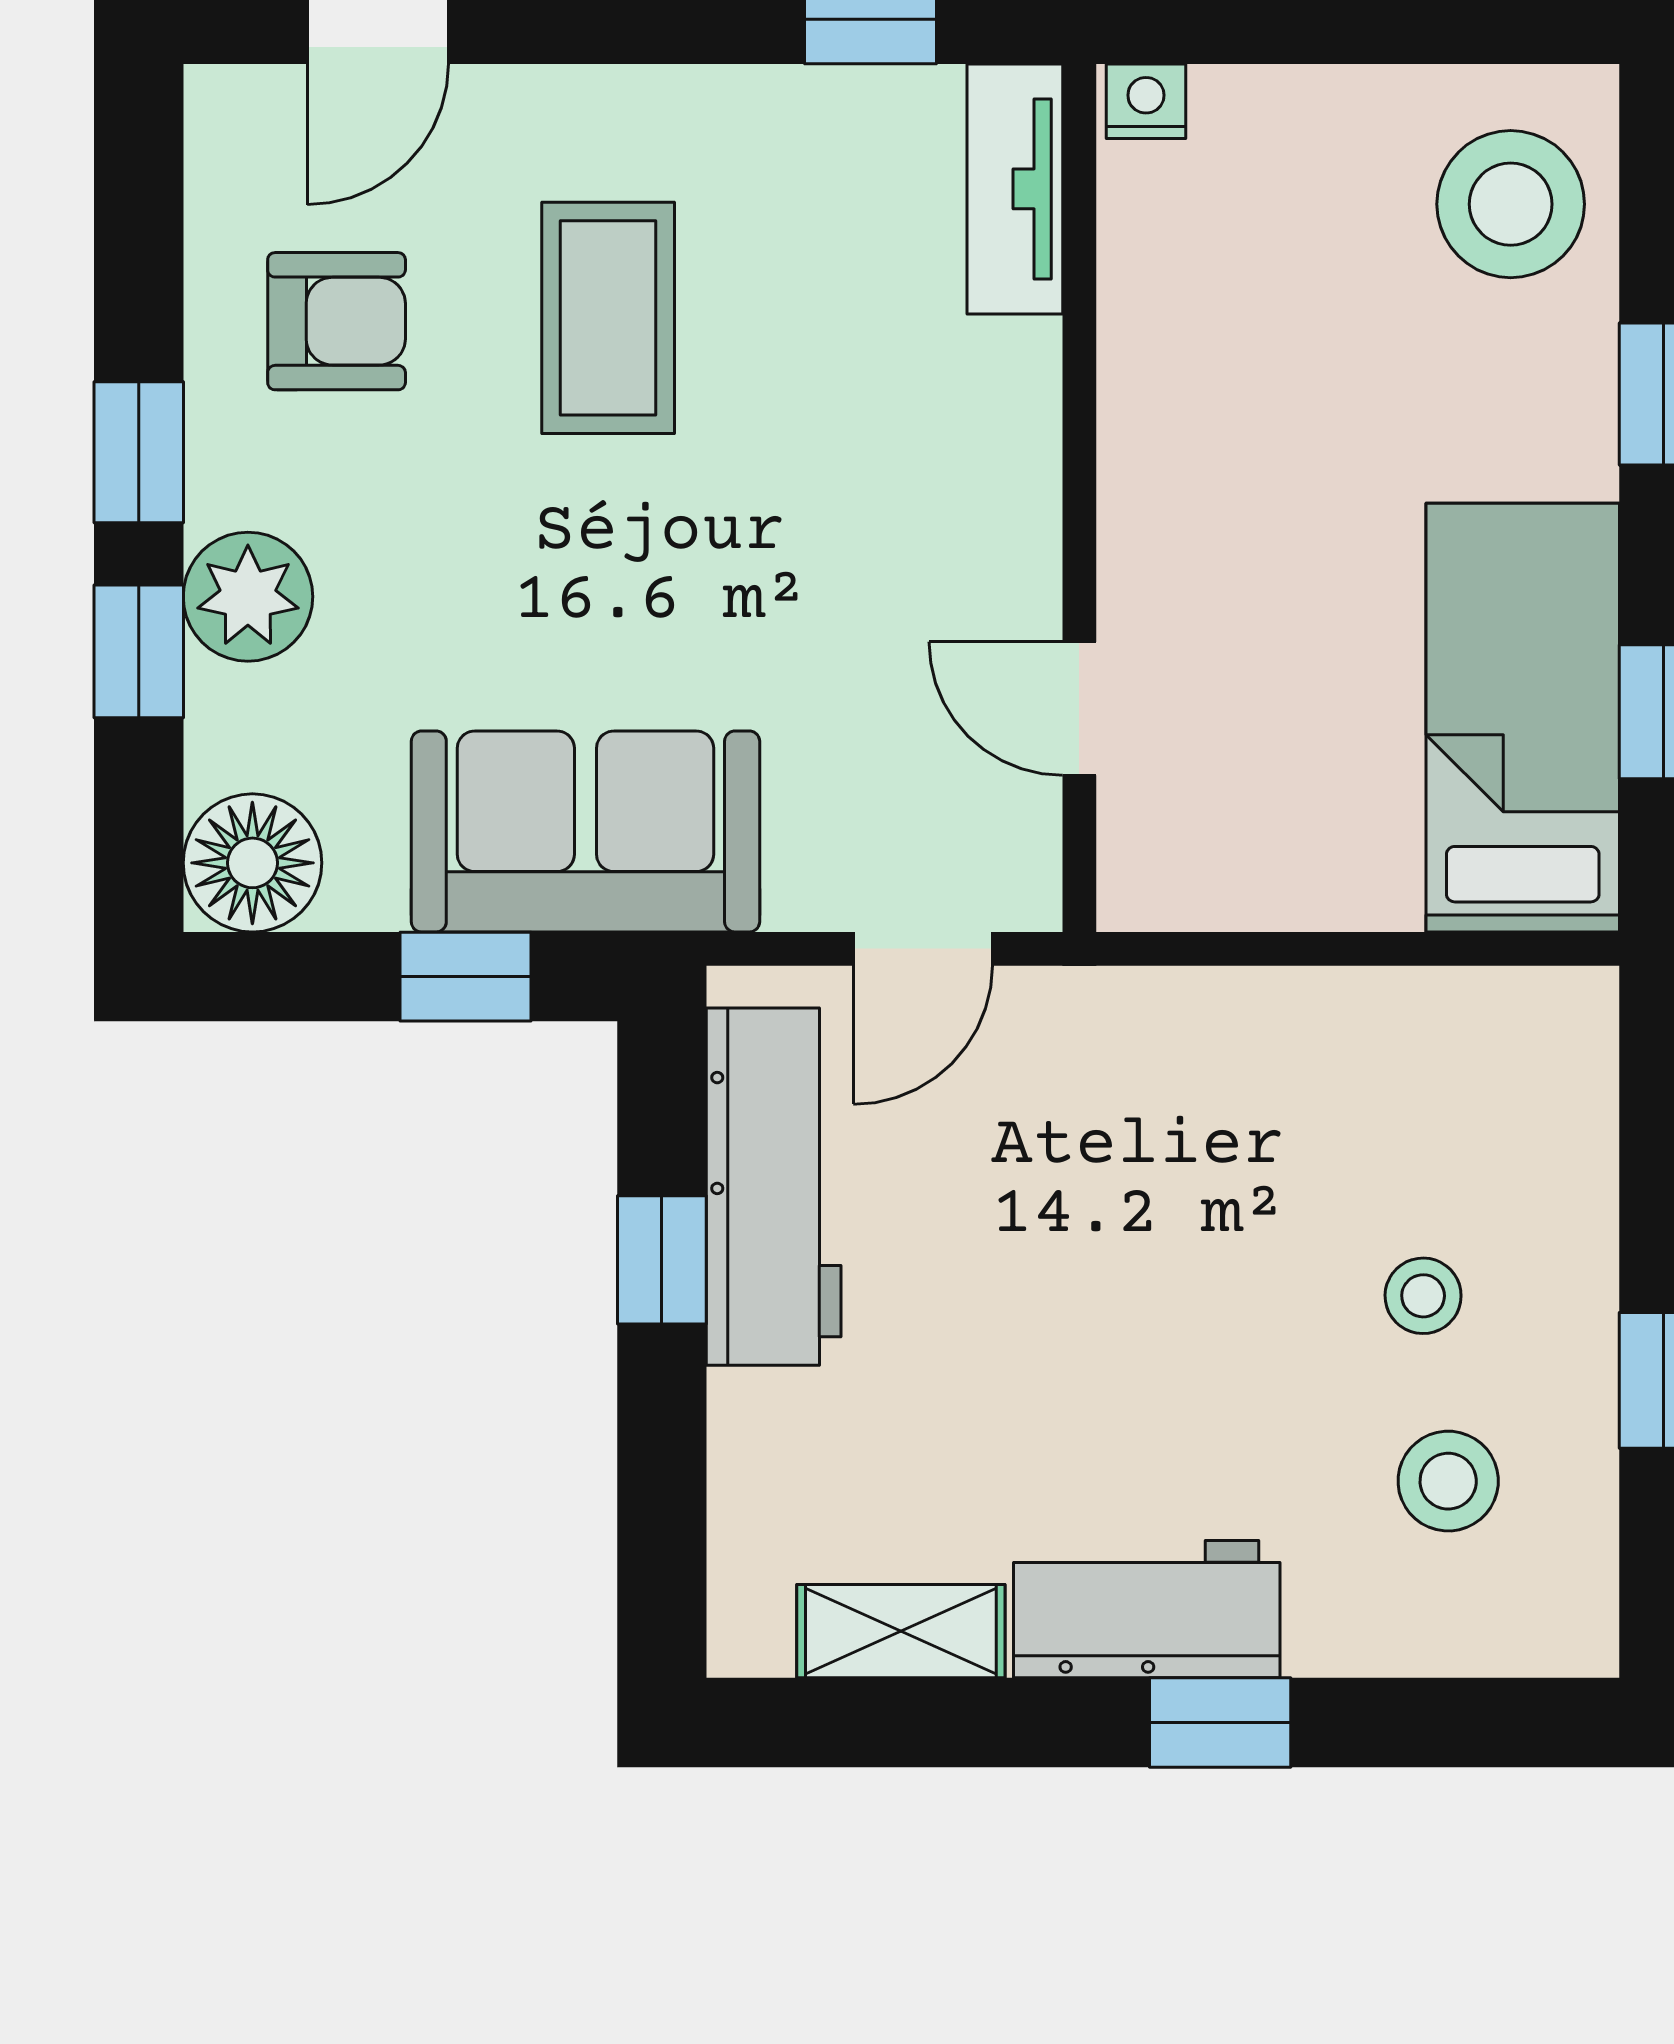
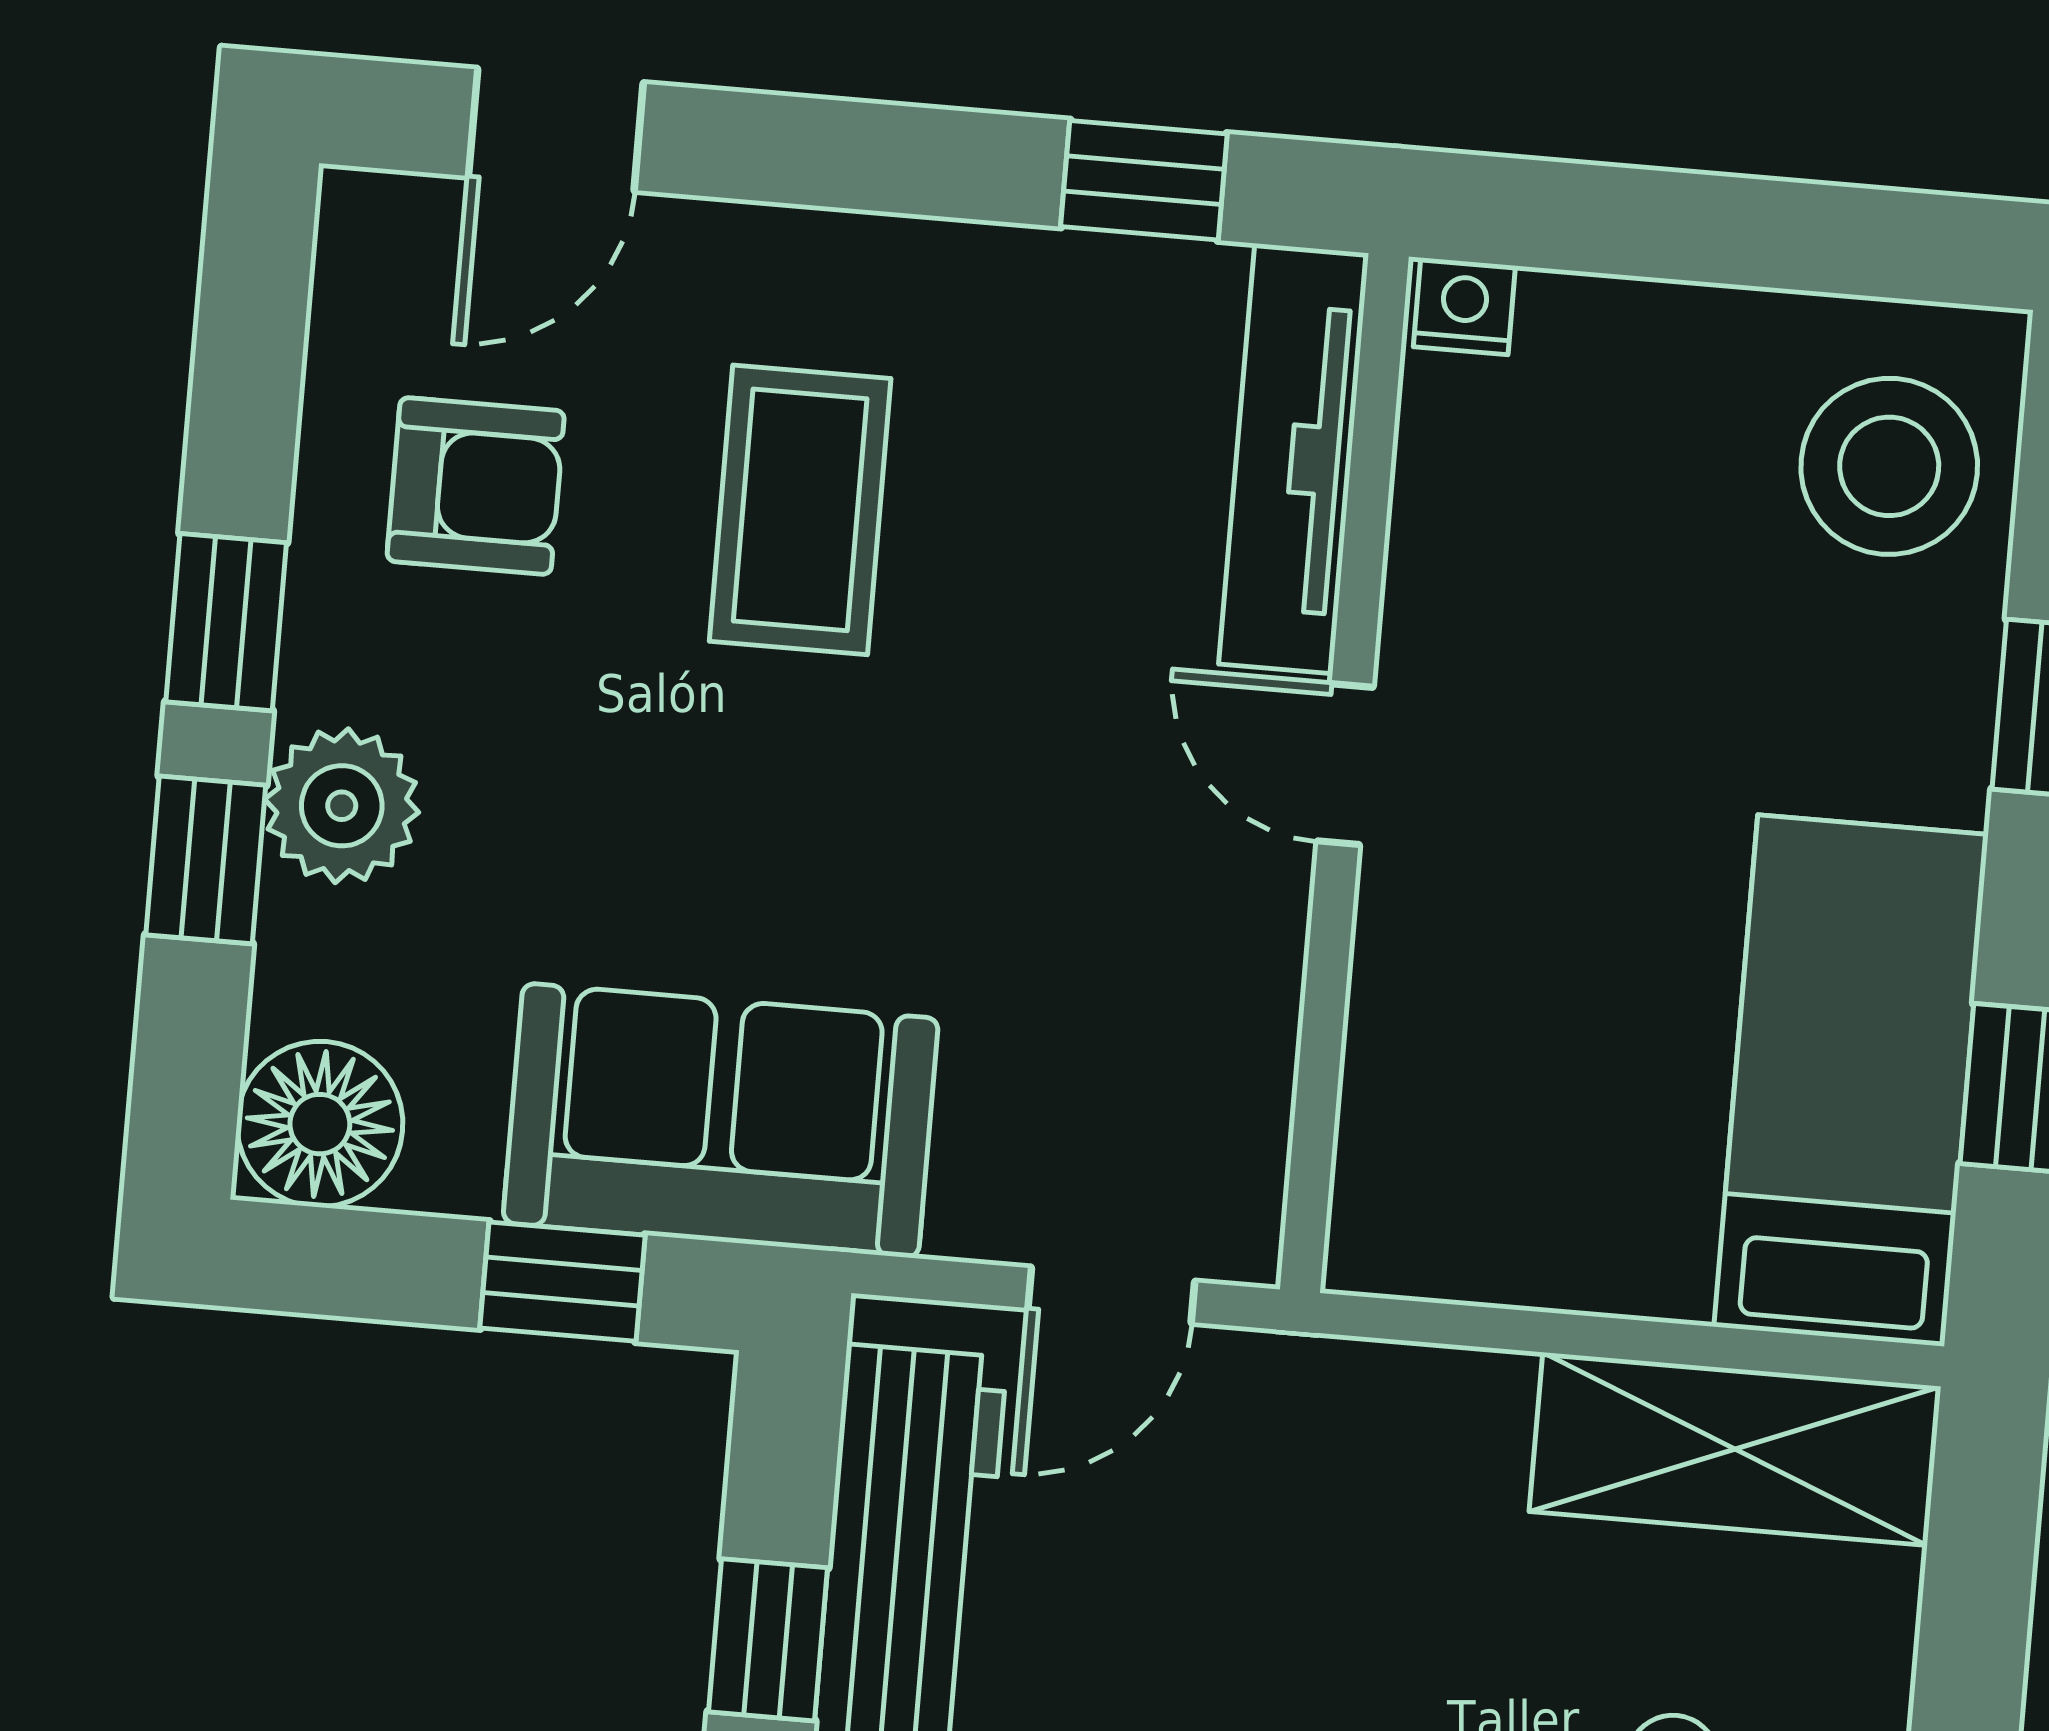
tv unit: (1015, 189) -> (1294, 459), width x1.41
door: (1079, 709) -> (1345, 764), moved
shelving: (1453, 1032) -> (1735, 1449), added

